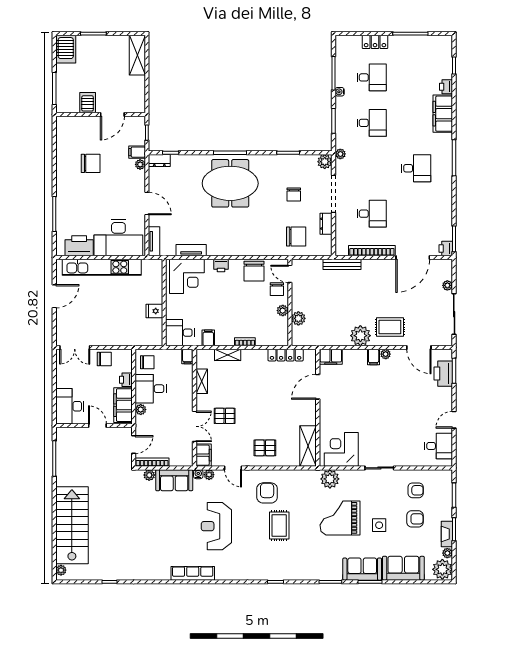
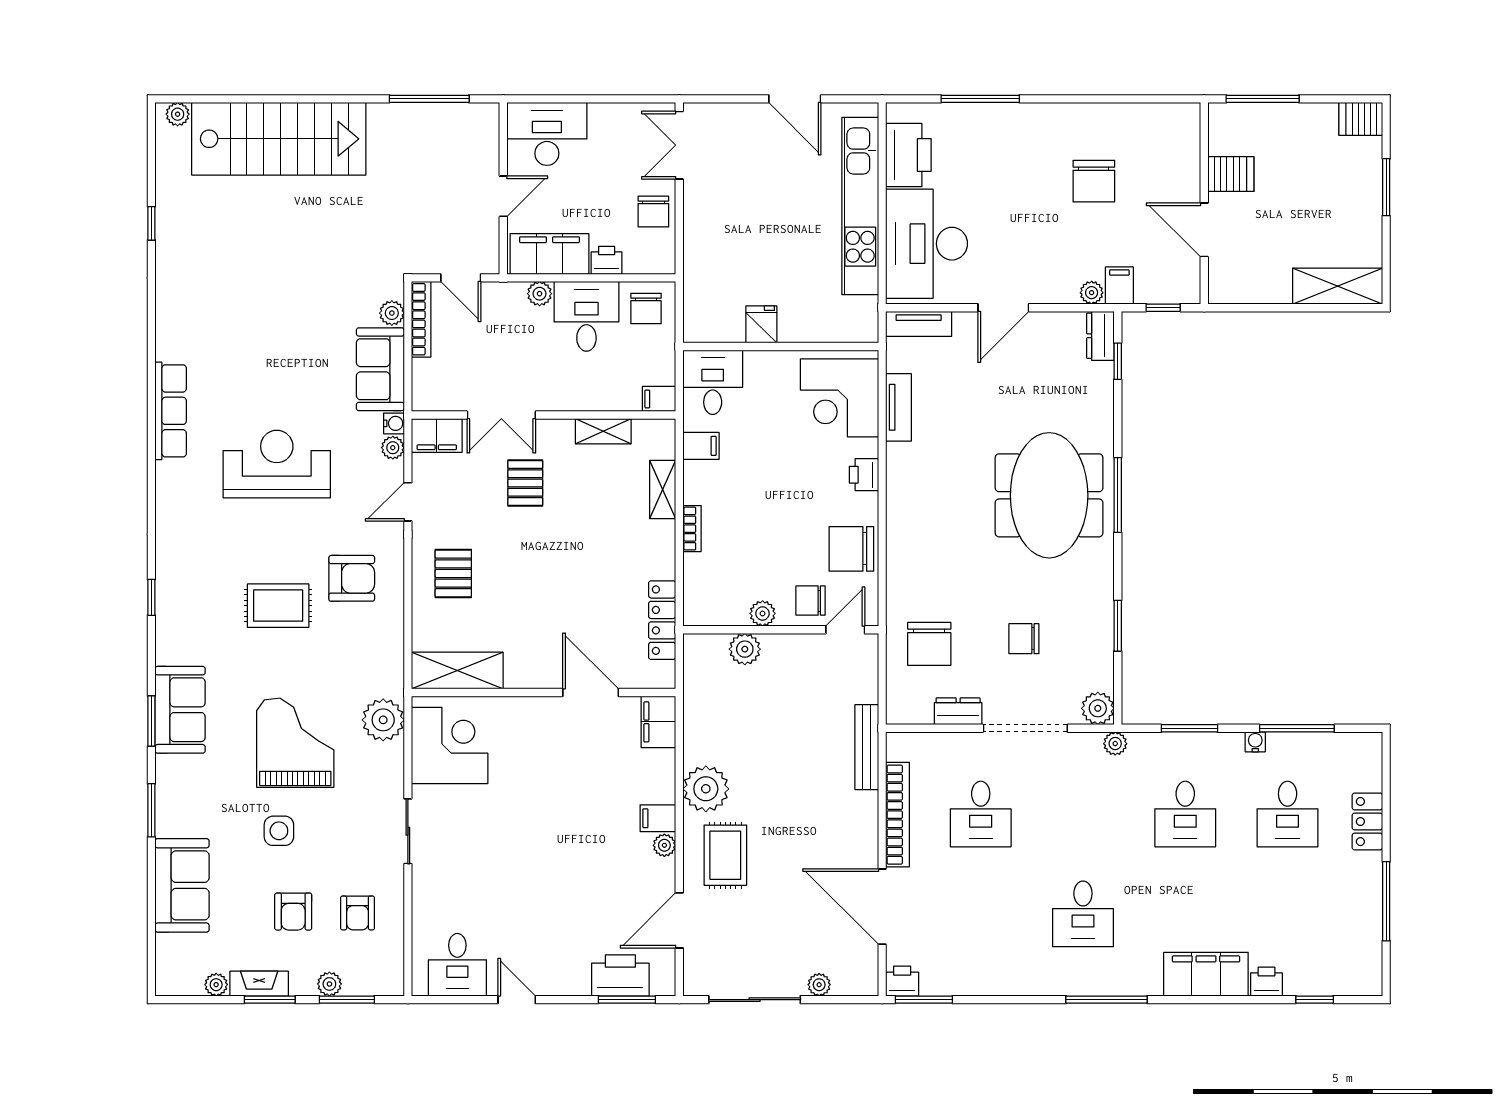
server rack: (66, 49) -> (1361, 119), width x0.73, depth x0.70
sofa: (362, 569) -> (180, 710), moved
plant: (442, 569) -> (329, 984), moved, width x0.53, depth x0.53

